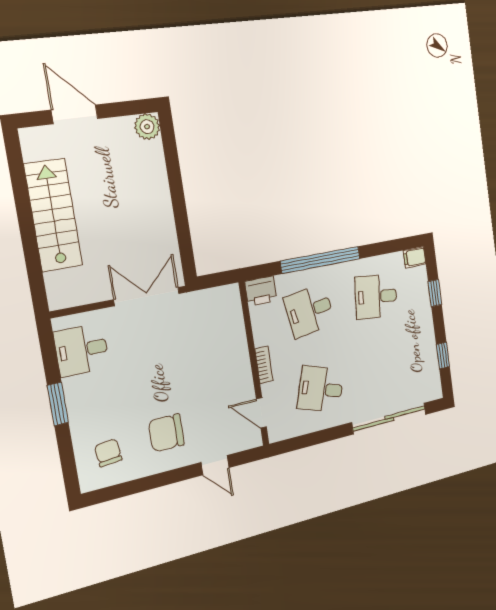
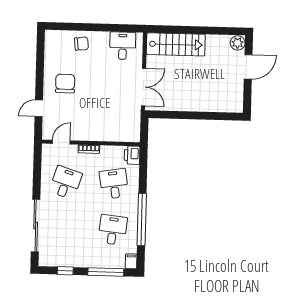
plant: (147, 127) -> (238, 43), moved
stairs: (53, 215) -> (176, 44), moved
window: (321, 260) -> (142, 219), moved
window: (435, 293) -> (106, 272), width x2.17
window: (58, 404) -> (97, 27), removed
chair: (108, 453) -> (81, 44), moved

